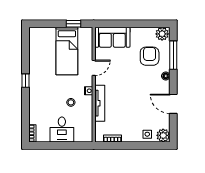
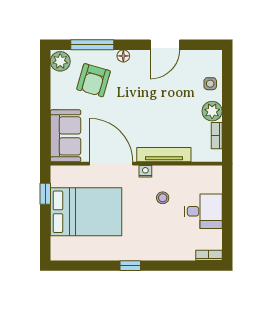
bed: (67, 51) -> (86, 212), width x1.50
armchair: (150, 56) -> (94, 80), turned -74
door: (94, 68) -> (111, 164), width x1.88
plant: (163, 135) -> (212, 111), moved

